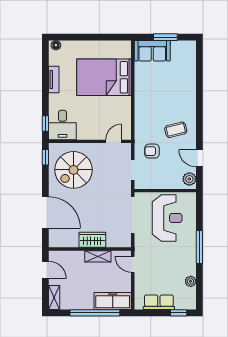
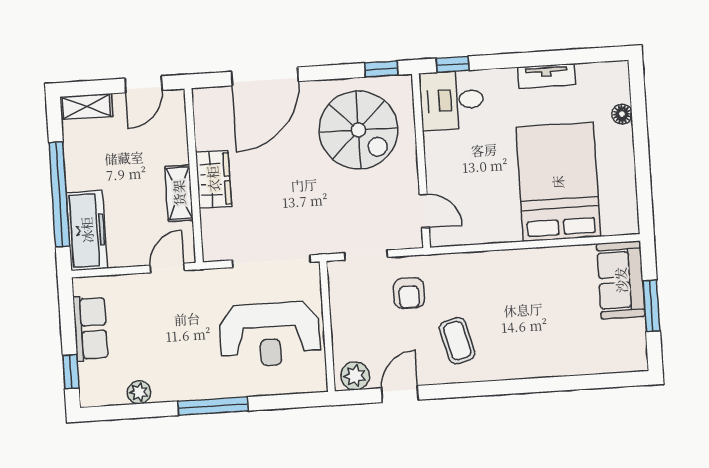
floor lamp: (56, 45) -> (622, 114), moved
armchair: (152, 151) -> (409, 293), turned 180
spiral stairs: (74, 170) -> (358, 130), turned 180

